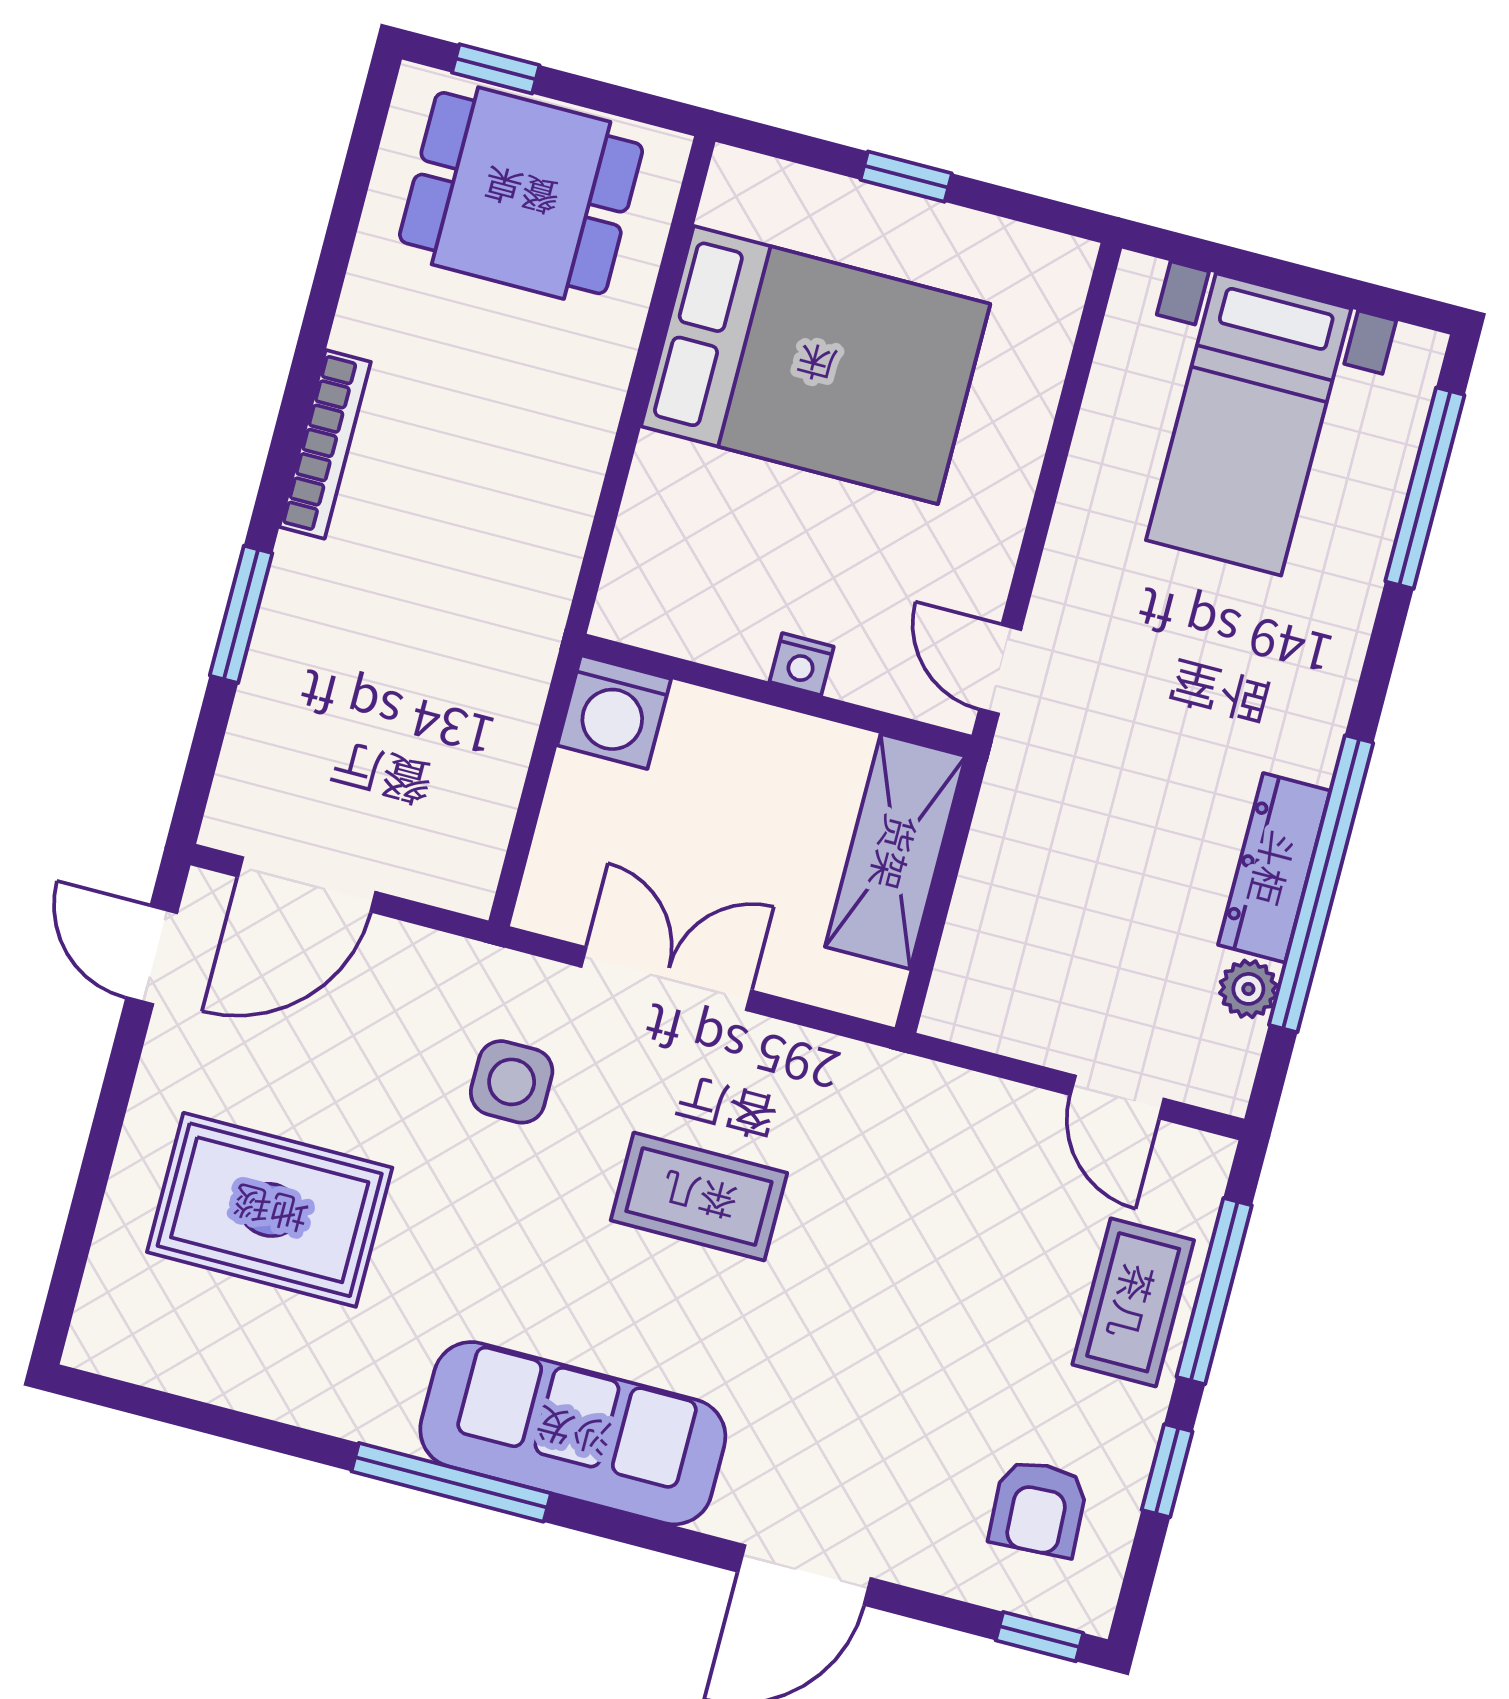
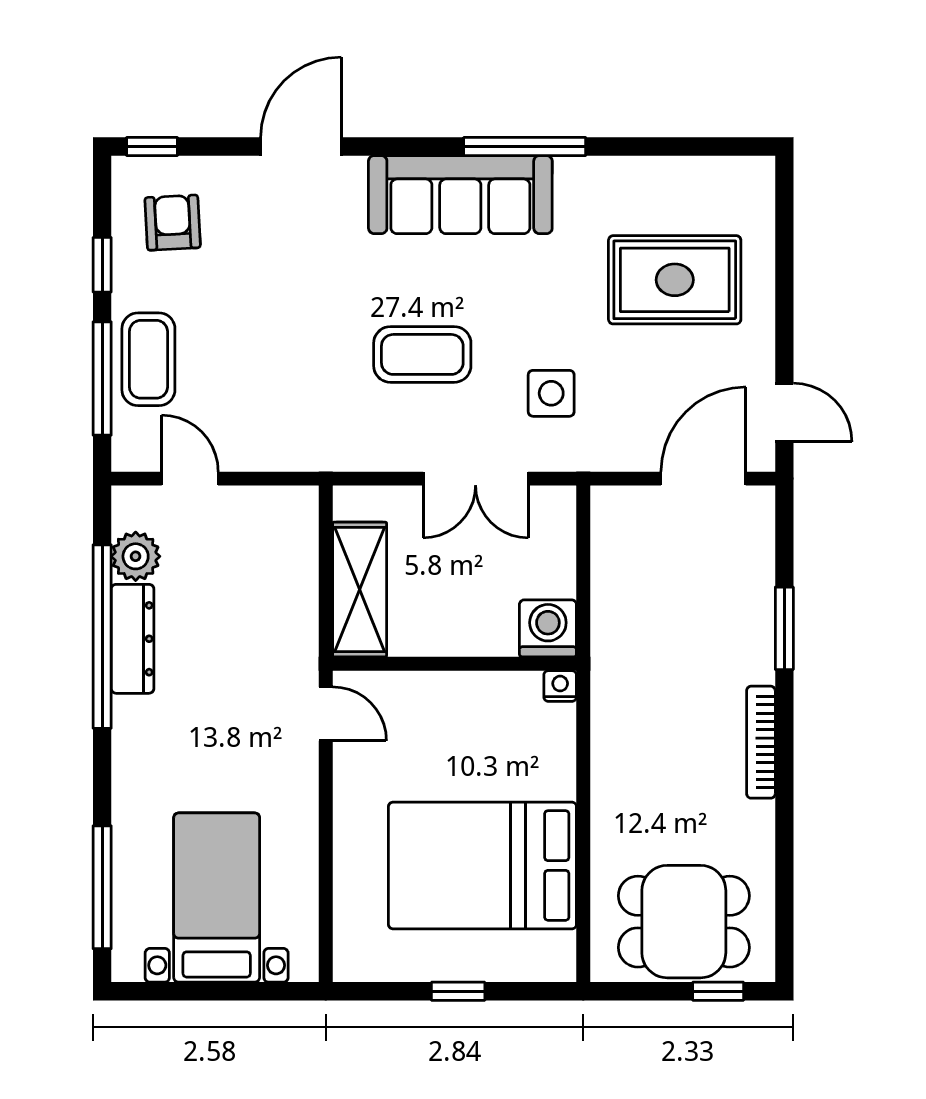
nightstand: (802, 664) -> (560, 686), moved
plant: (1248, 989) -> (136, 556), width x1.38, depth x1.38

